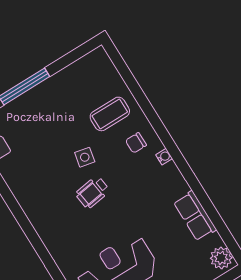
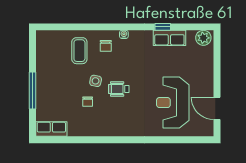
chair: (53, 163) -> (88, 102), added
wheelchair: (92, 192) -> (119, 89), turned 98
window: (203, 199) -> (163, 27), added

